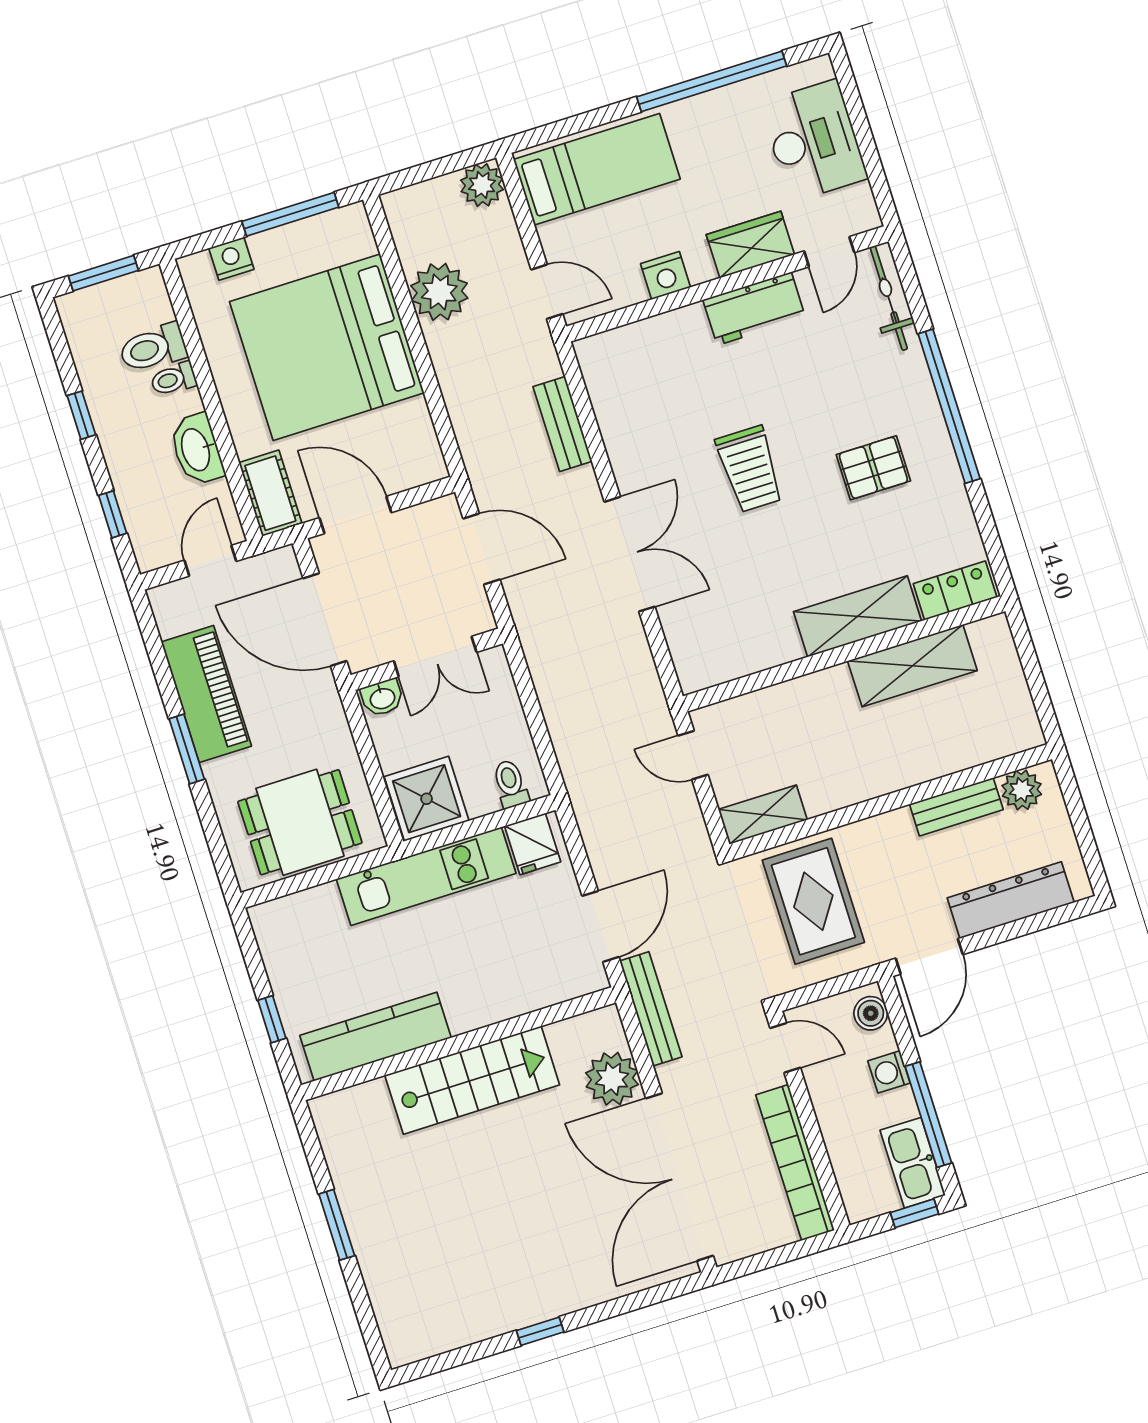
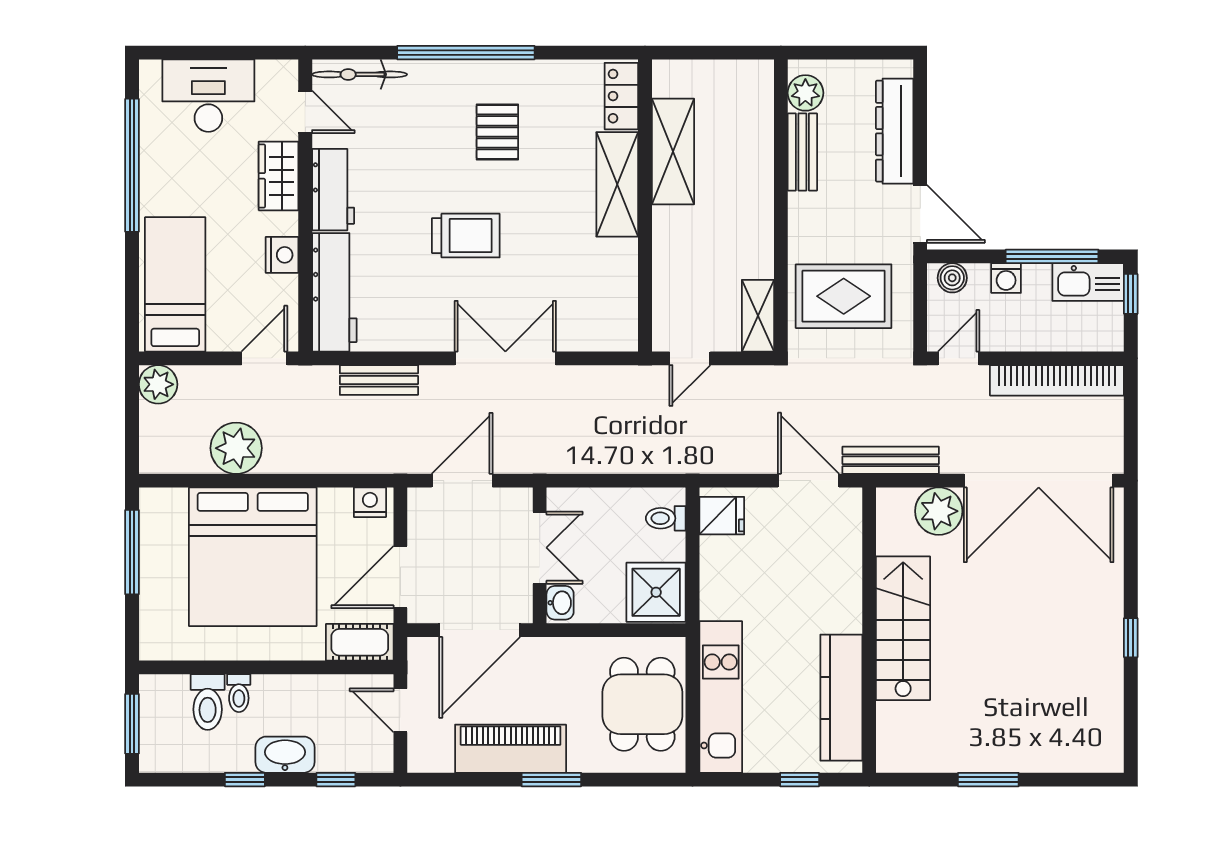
nightstand: (231, 259) -> (370, 502), moved, turned 90
workbench: (643, 345) -> (334, 292), added
washbasin: (197, 449) -> (285, 755), moved, turned 180
kitchen unit: (426, 876) -> (721, 697), moved

